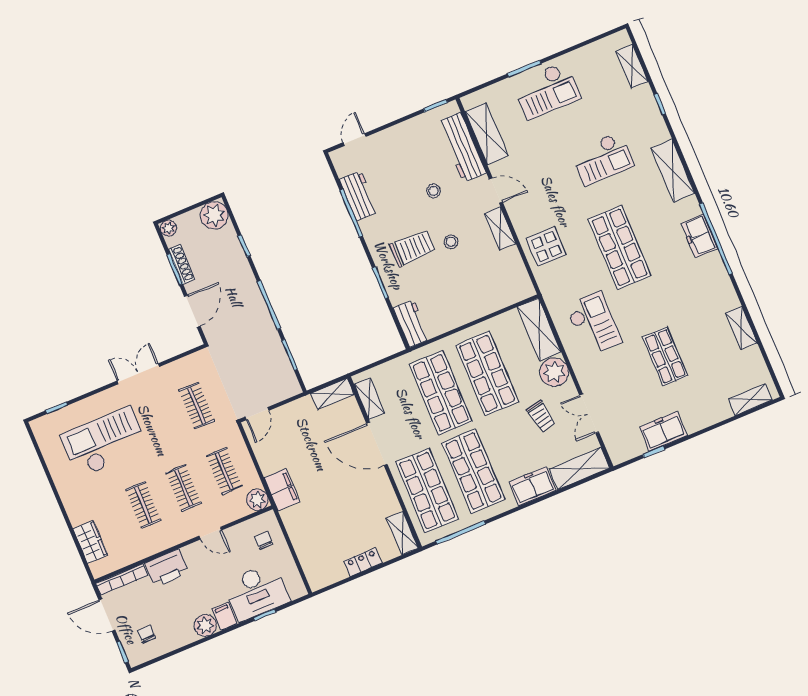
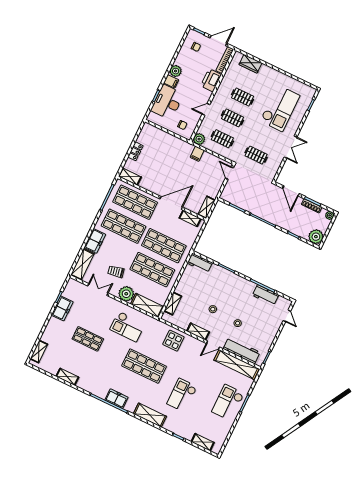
shelving: (487, 134) -> (237, 364), width x1.47
trolley: (412, 248) -> (226, 293), removed
shelving: (501, 300) -> (173, 304), added
filing cabinet: (282, 490) -> (197, 154), width x0.50

